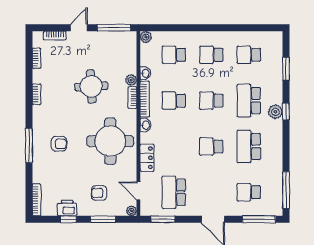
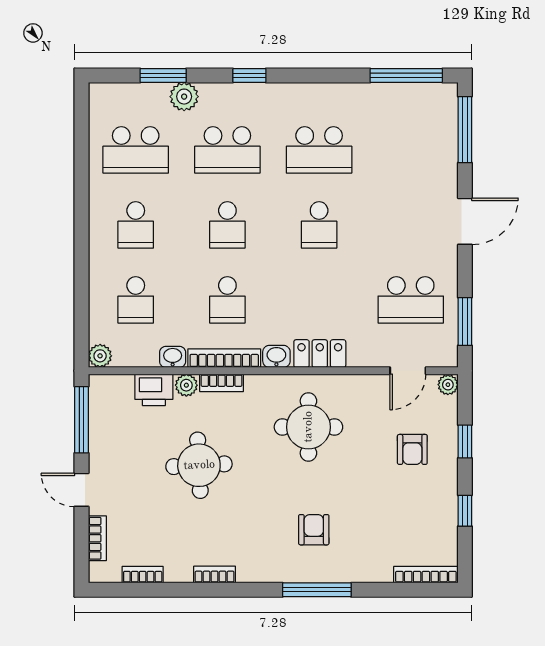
school desk: (249, 55) -> (136, 150), width x1.85
plant: (275, 112) -> (184, 97), moved
round table: (110, 141) -> (308, 427), width x0.73, depth x0.73
locker: (147, 158) -> (320, 354), moved
school desk: (249, 192) -> (411, 150), removed
printer: (67, 208) -> (154, 390), moved, turned -90
window: (103, 219) -> (465, 442), width x0.67

